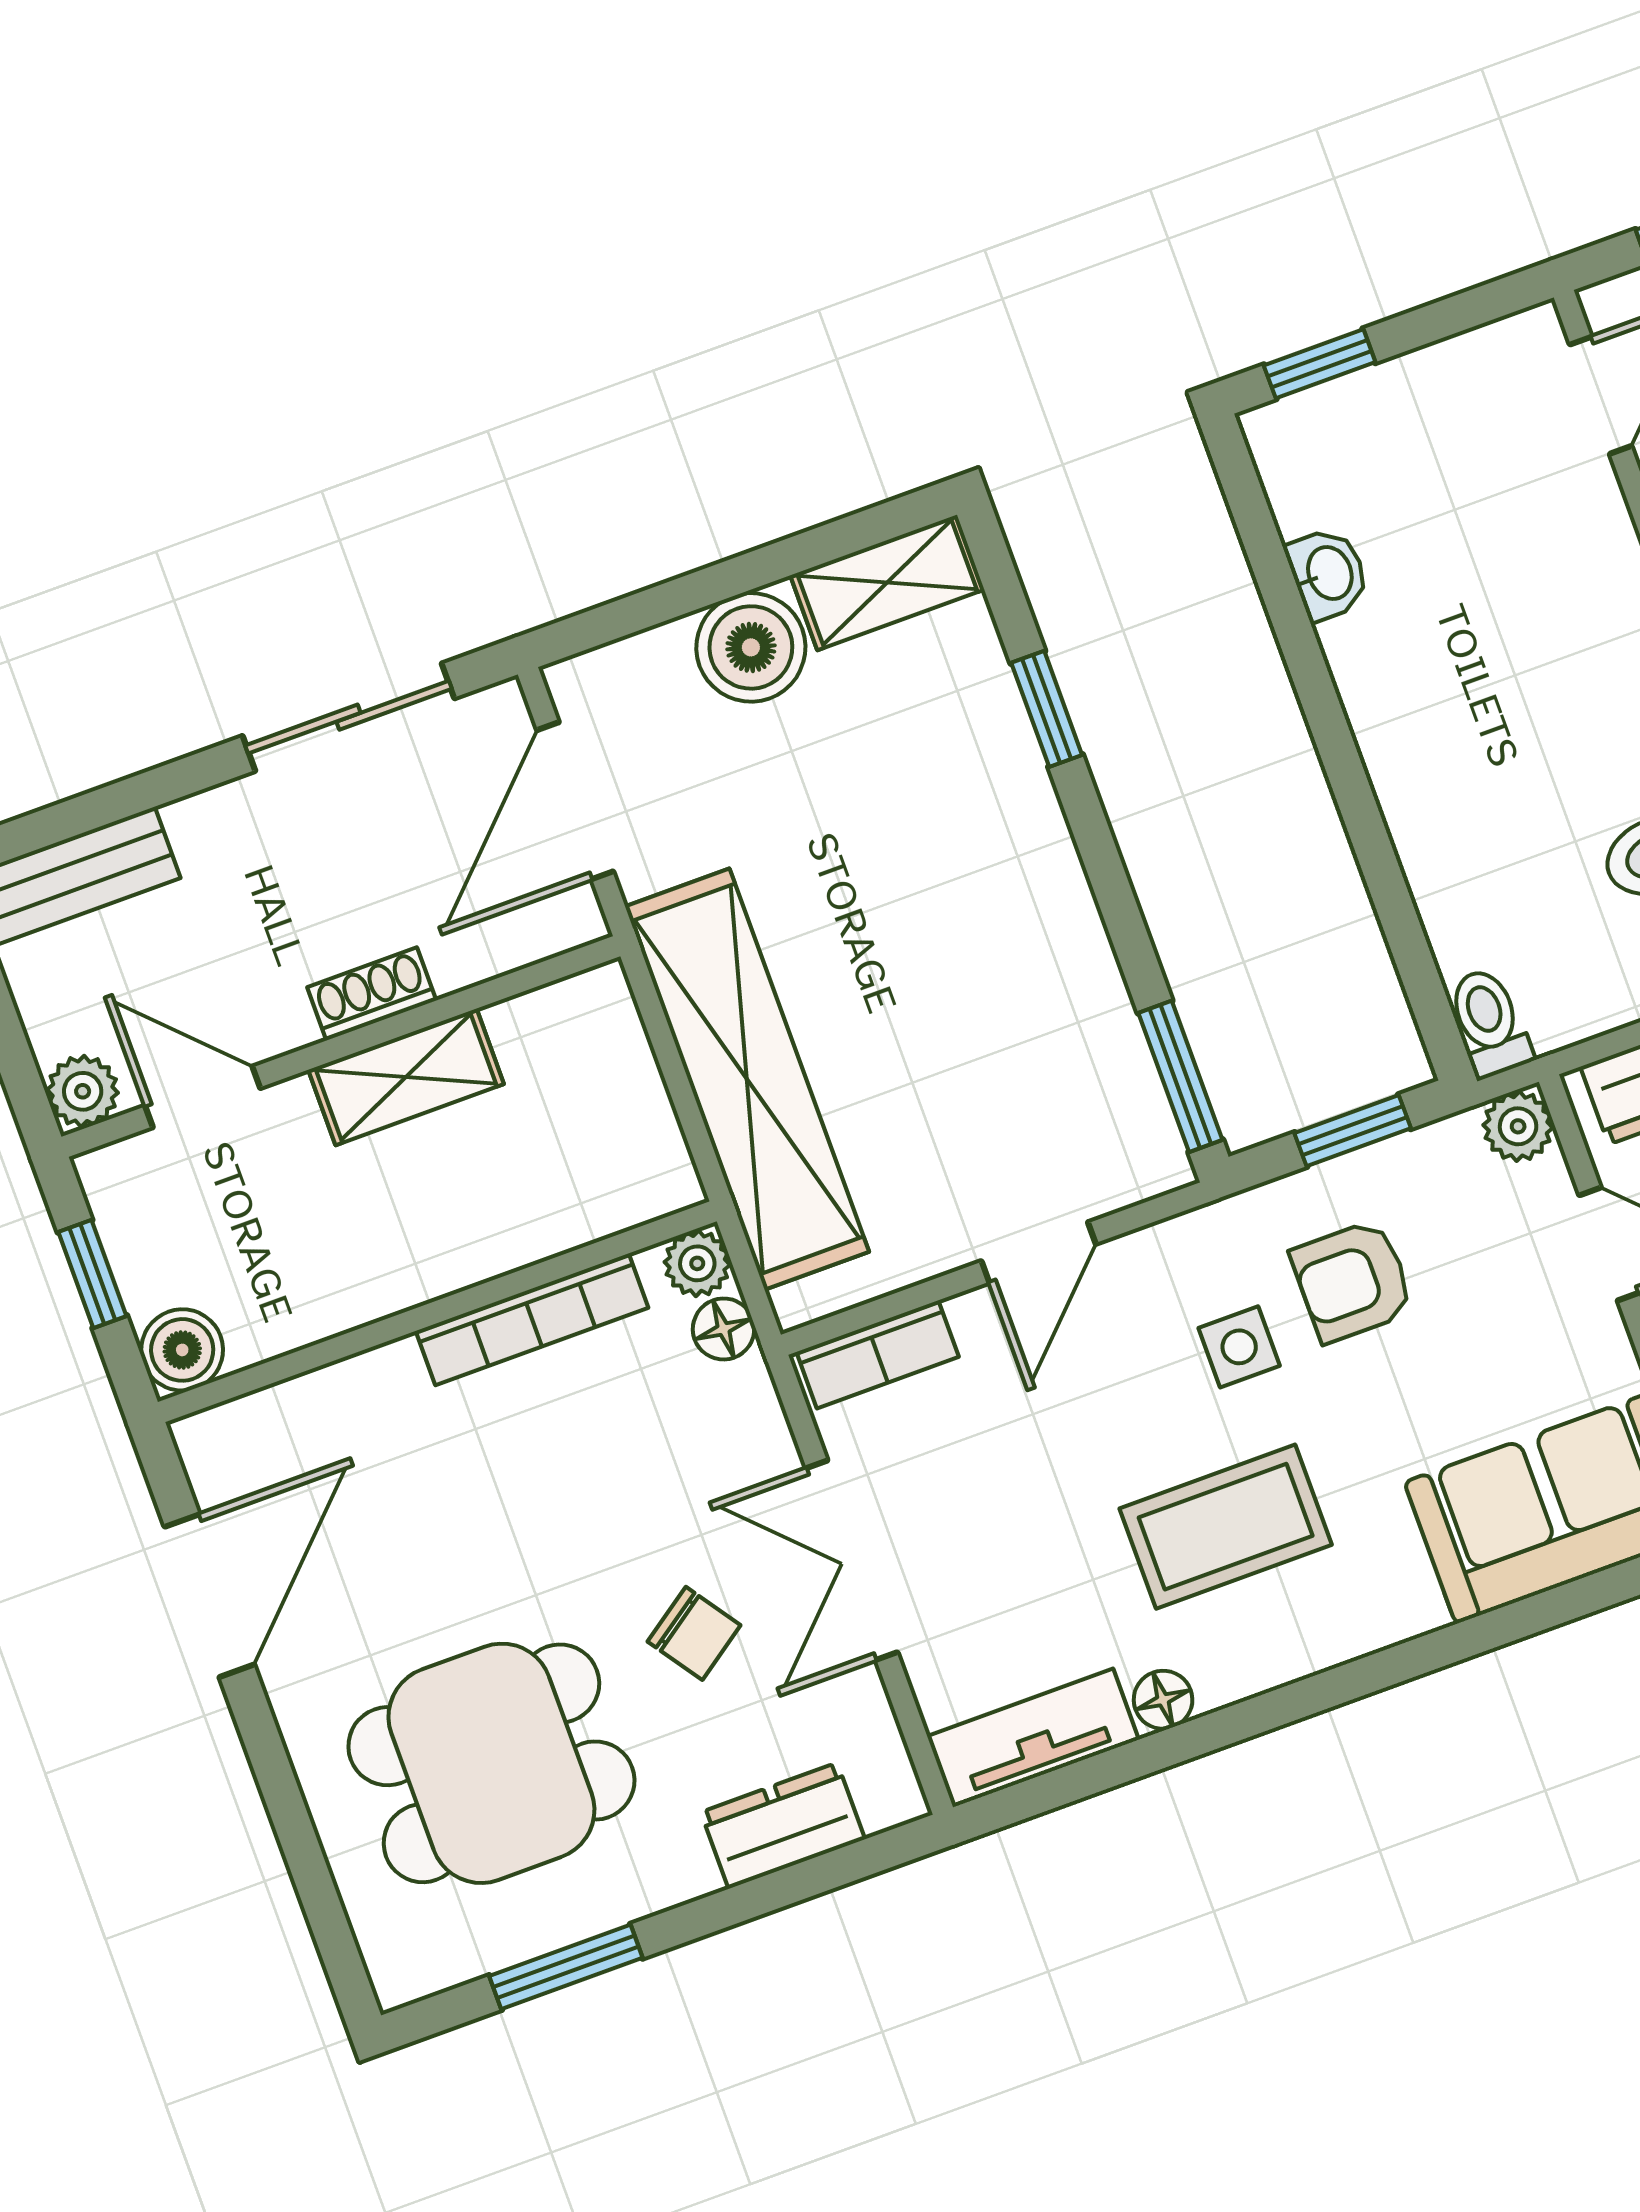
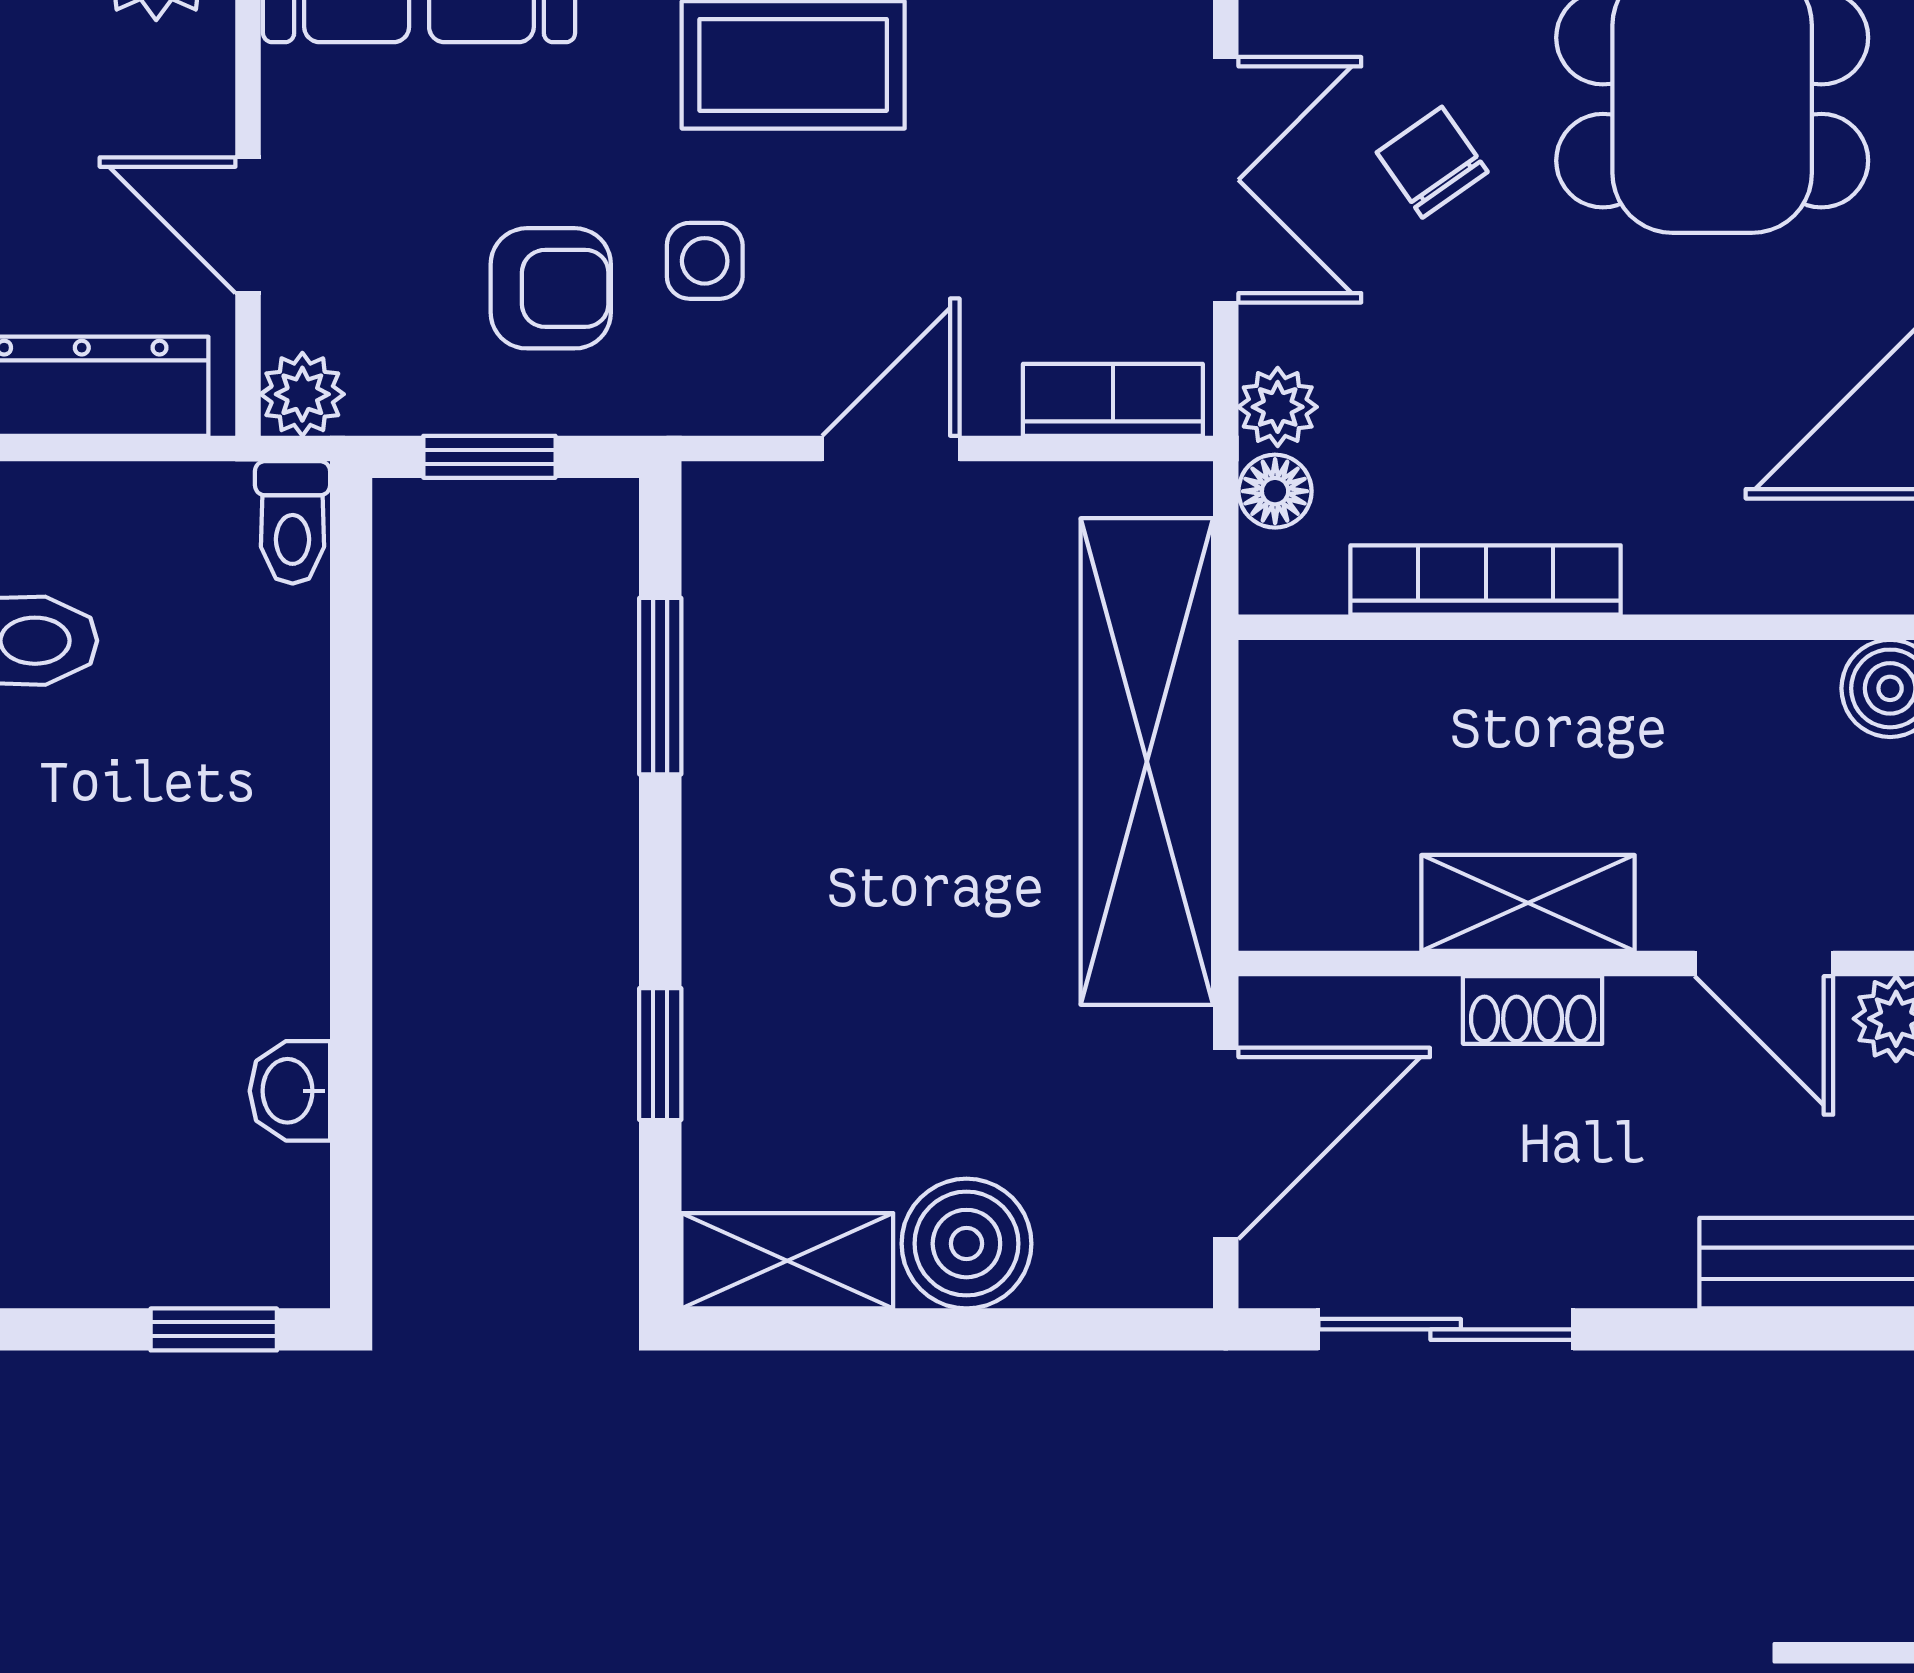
window: (1180, 1076) -> (660, 686), moved
plant: (697, 1263) -> (1278, 407), moved

